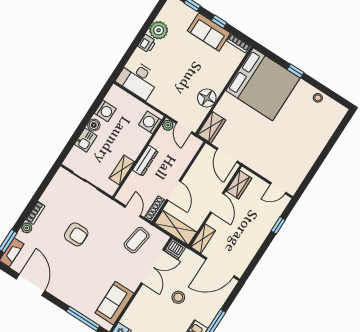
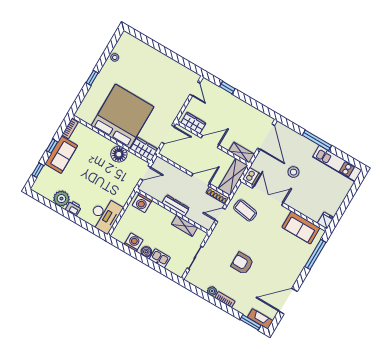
bed: (263, 84) -> (122, 116), moved
plant: (168, 125) -> (144, 187), removed
plant: (27, 228) -> (212, 291), moved
armchair: (76, 234) -> (242, 263), turned -90

